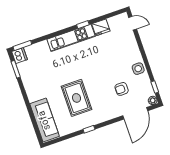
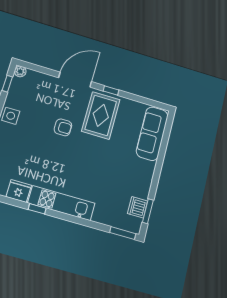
dishwasher: (20, 56) -> (138, 207), moved
armchair: (122, 89) -> (63, 127), moved
rug: (77, 98) -> (101, 115), moved
door: (135, 113) -> (75, 80), moved

